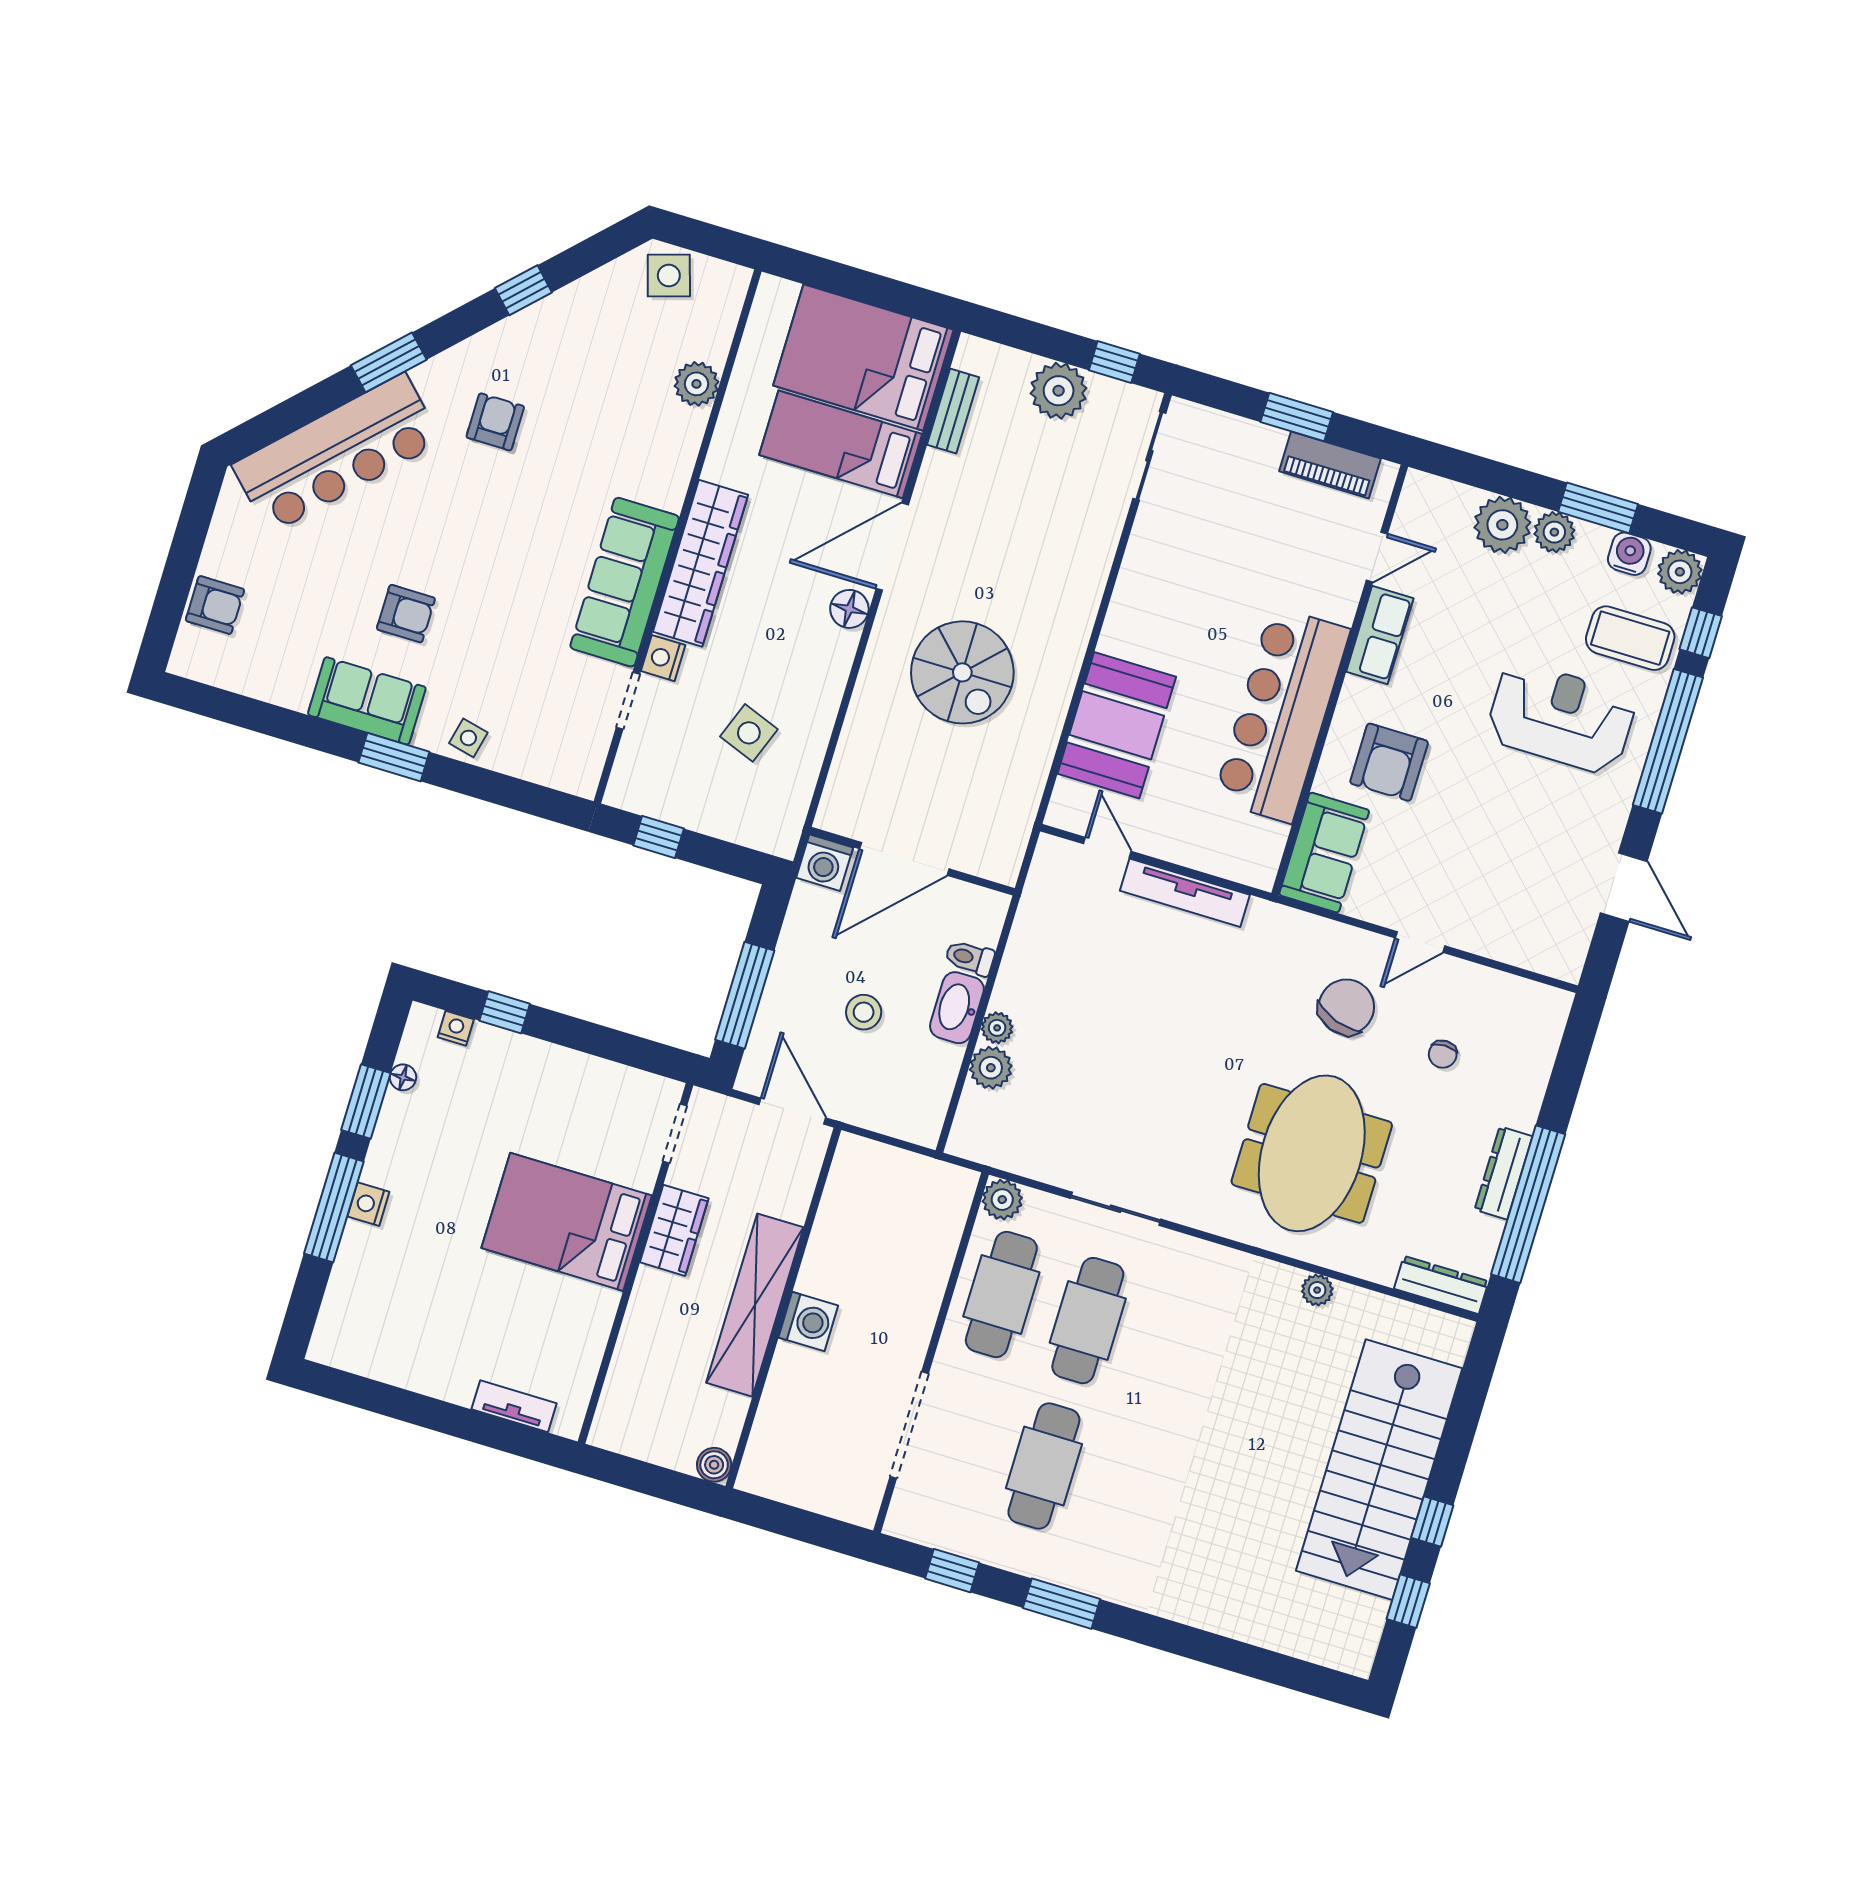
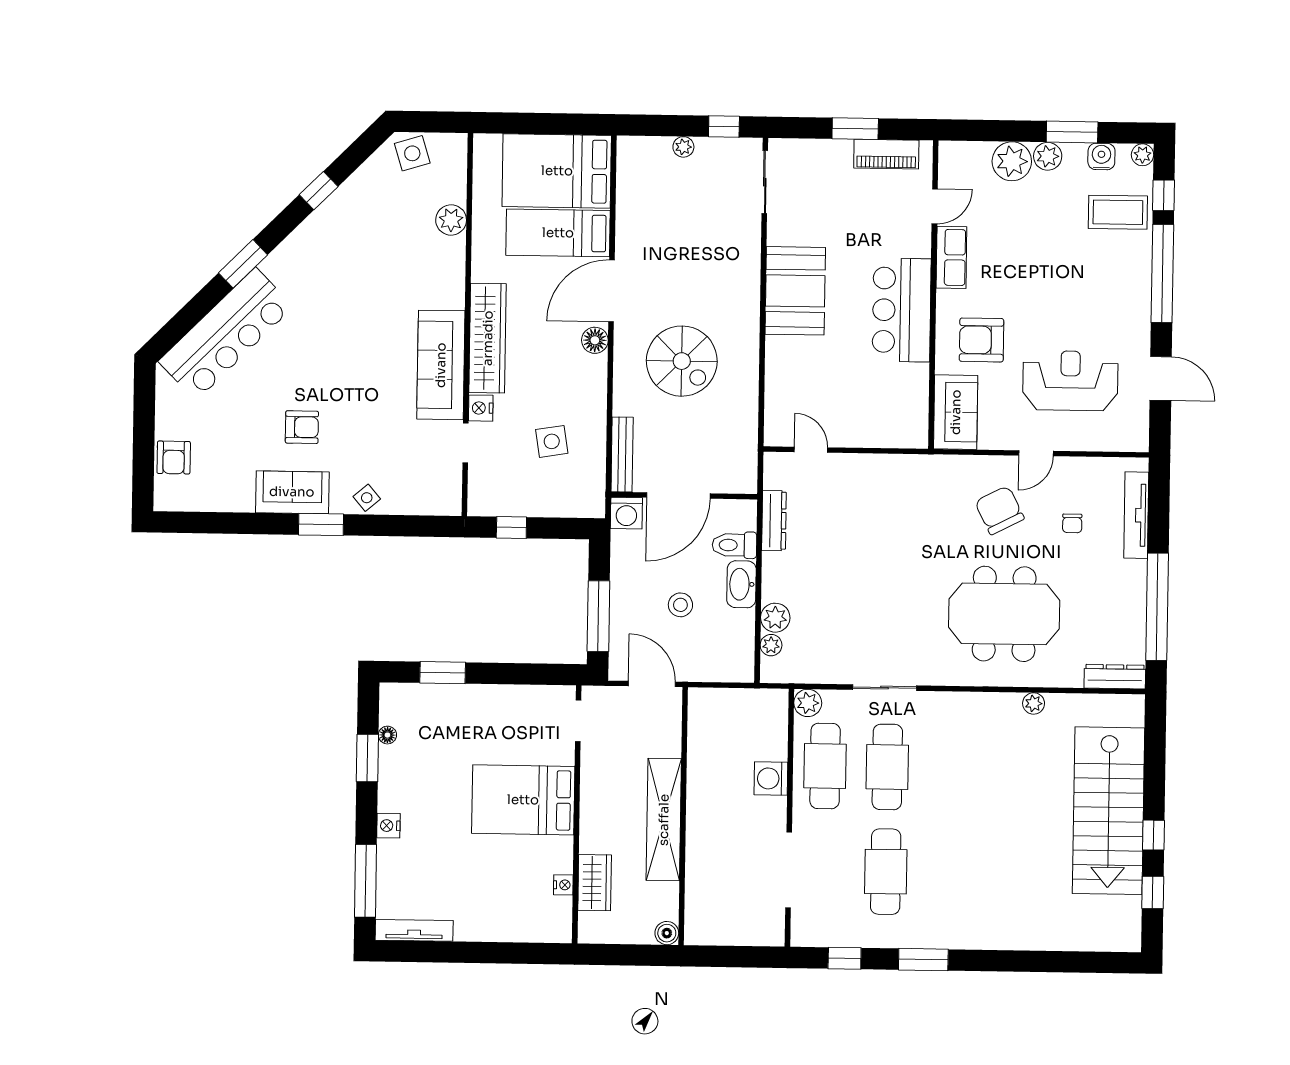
plant: (1059, 391) -> (683, 147), width x0.53, depth x0.53
bench: (953, 411) -> (622, 455), moved, width x1.36
armchair: (495, 422) -> (325, 283), removed
plant: (1680, 572) -> (1143, 155), width x0.73, depth x0.73
armchair: (215, 605) -> (174, 458), turned 90
bar counter: (1282, 715) -> (902, 310), width x0.73
reception desk: (1561, 718) -> (1070, 381), moved
booth: (1117, 725) -> (795, 291), moved
side table: (749, 733) -> (552, 441), turned -30
side table: (468, 738) -> (367, 498), turned 37
armchair: (1389, 762) -> (982, 340), turned 90
tv unit: (1185, 893) -> (1136, 515), moved, turned 90
toilet: (970, 958) -> (734, 545), width x1.37, depth x1.39
chair: (1346, 1007) -> (999, 510), turned -46
window: (505, 1012) -> (443, 673), width x1.50
nightstand: (456, 1028) -> (563, 885), moved, turned 90
plant: (997, 1028) -> (771, 645), moved
meeting table: (1312, 1153) -> (1004, 614), turned 90
dresser: (1503, 1173) -> (774, 521), moved, turned 180
window: (334, 1208) -> (366, 881), moved
wardrobe: (674, 1230) -> (595, 883), moved
washing machine: (808, 1321) -> (771, 778), moved, turned 180
tv unit: (514, 1406) -> (414, 930), moved, width x1.41

